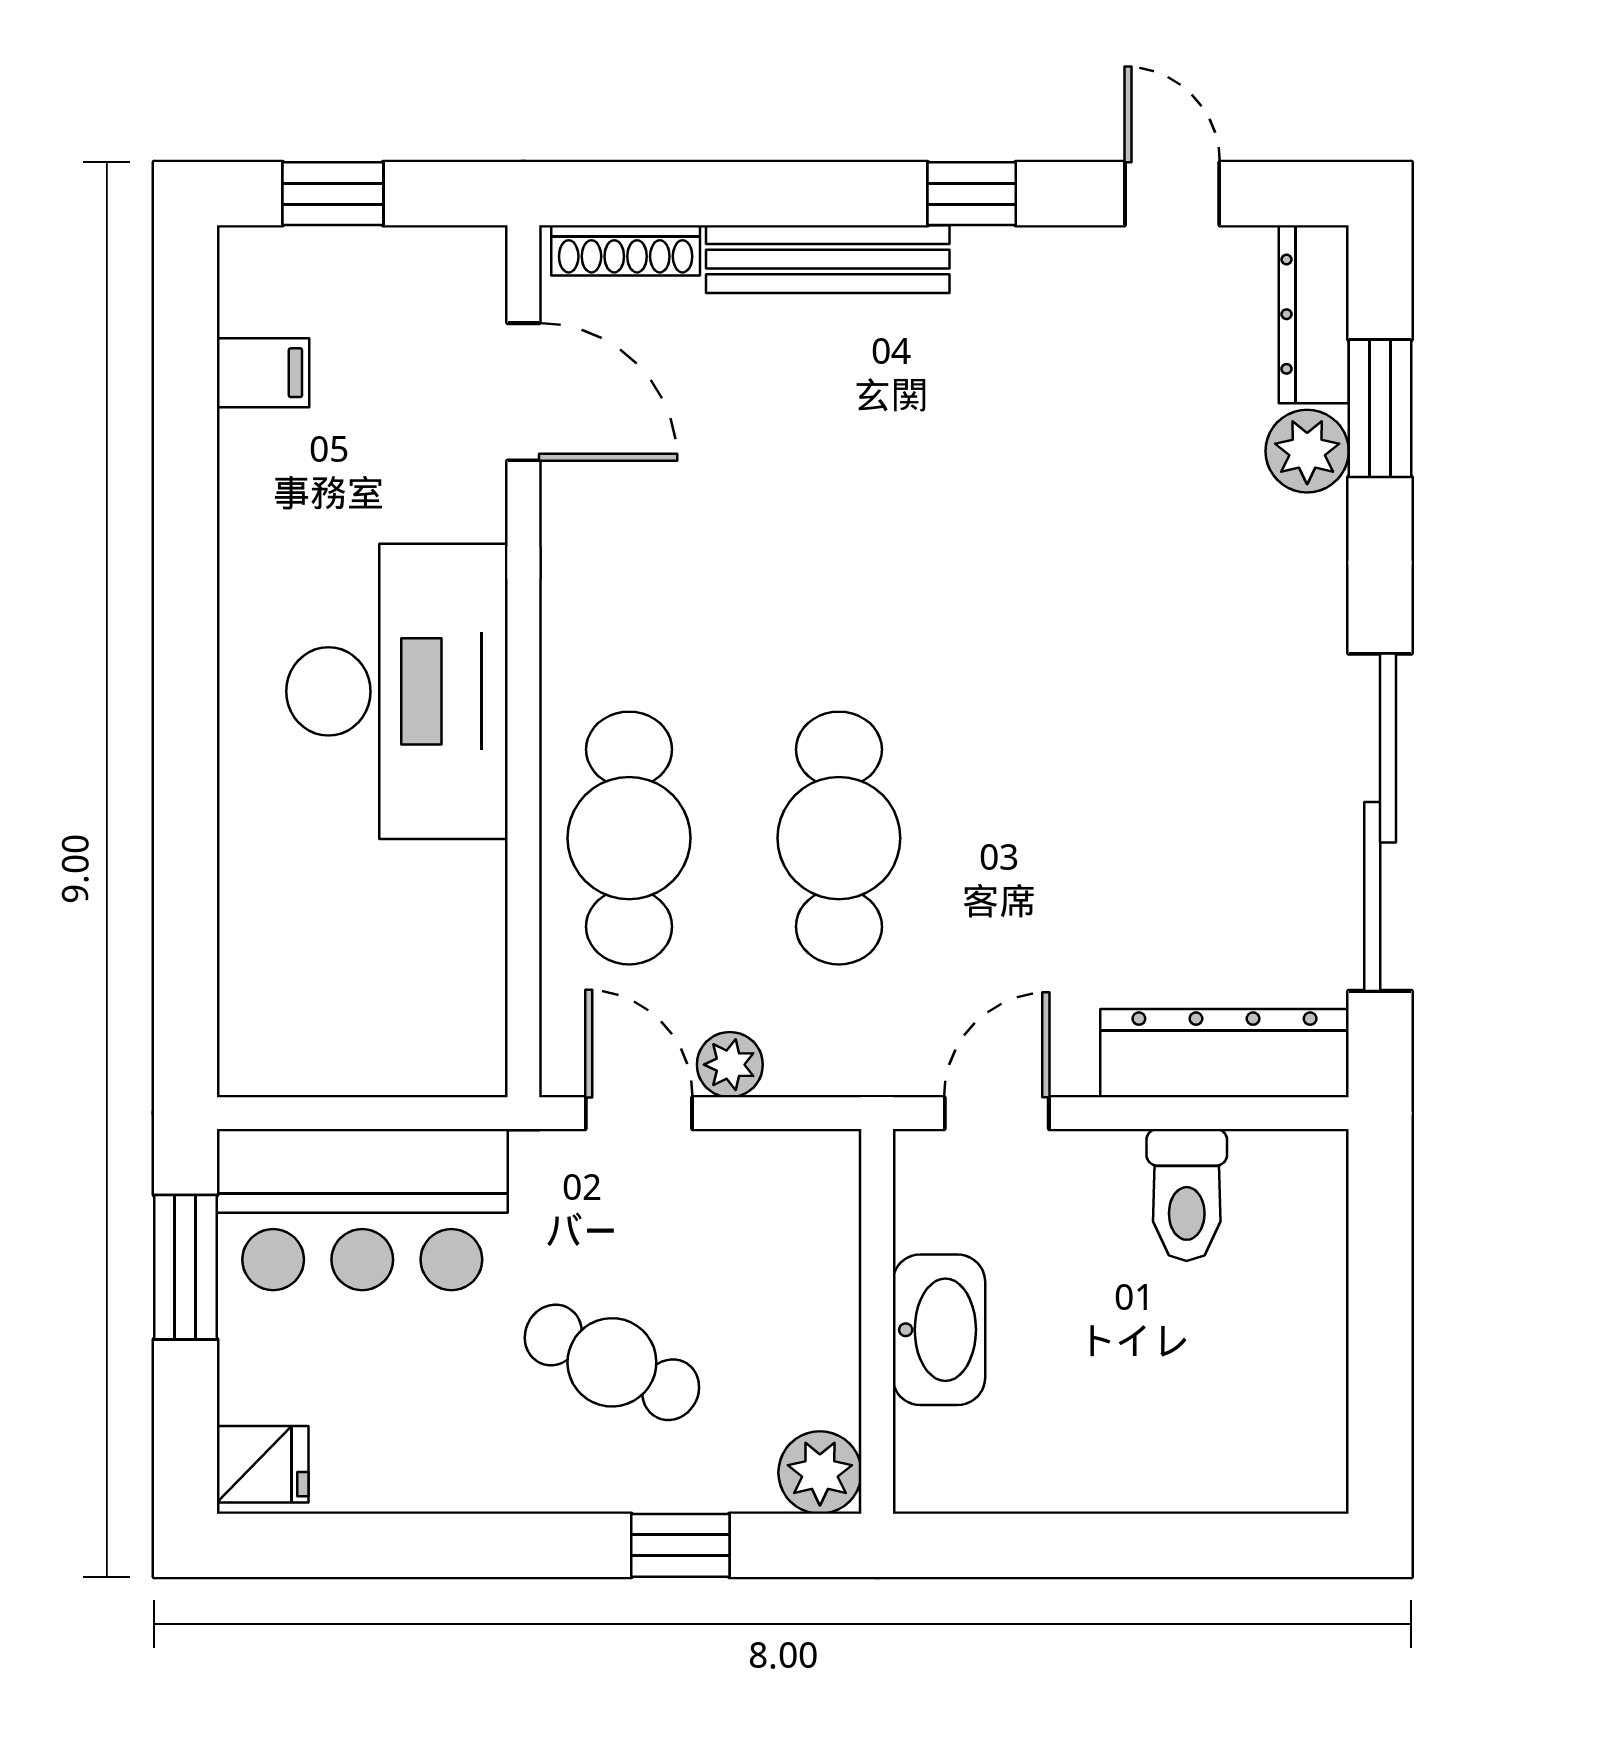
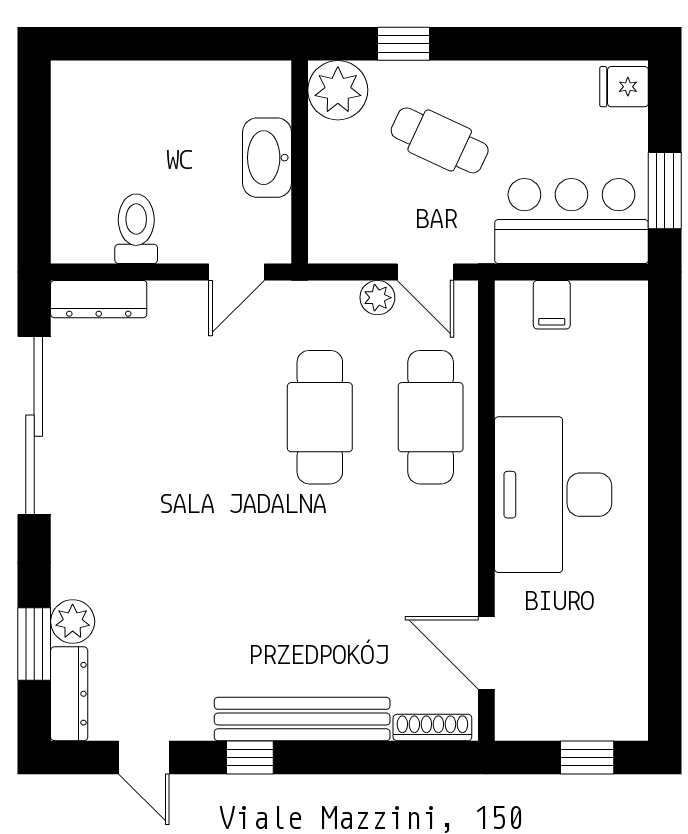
bench: (828, 259) -> (302, 719), width x1.37, depth x1.21
filing cabinet: (263, 373) -> (552, 305), moved, turned -90
dresser: (1225, 1053) -> (99, 299), width x0.73, depth x0.80
plant: (820, 1473) -> (338, 90), width x1.36, depth x1.36

